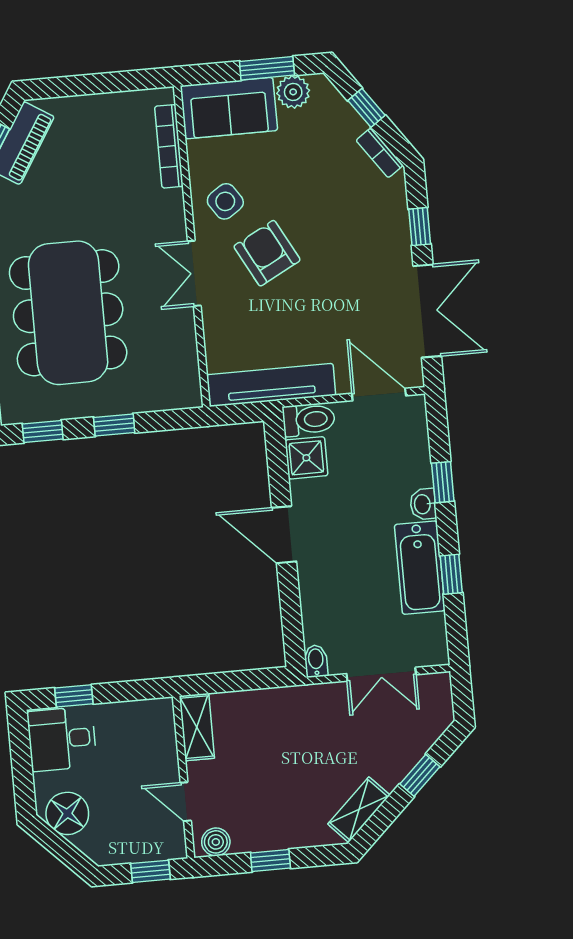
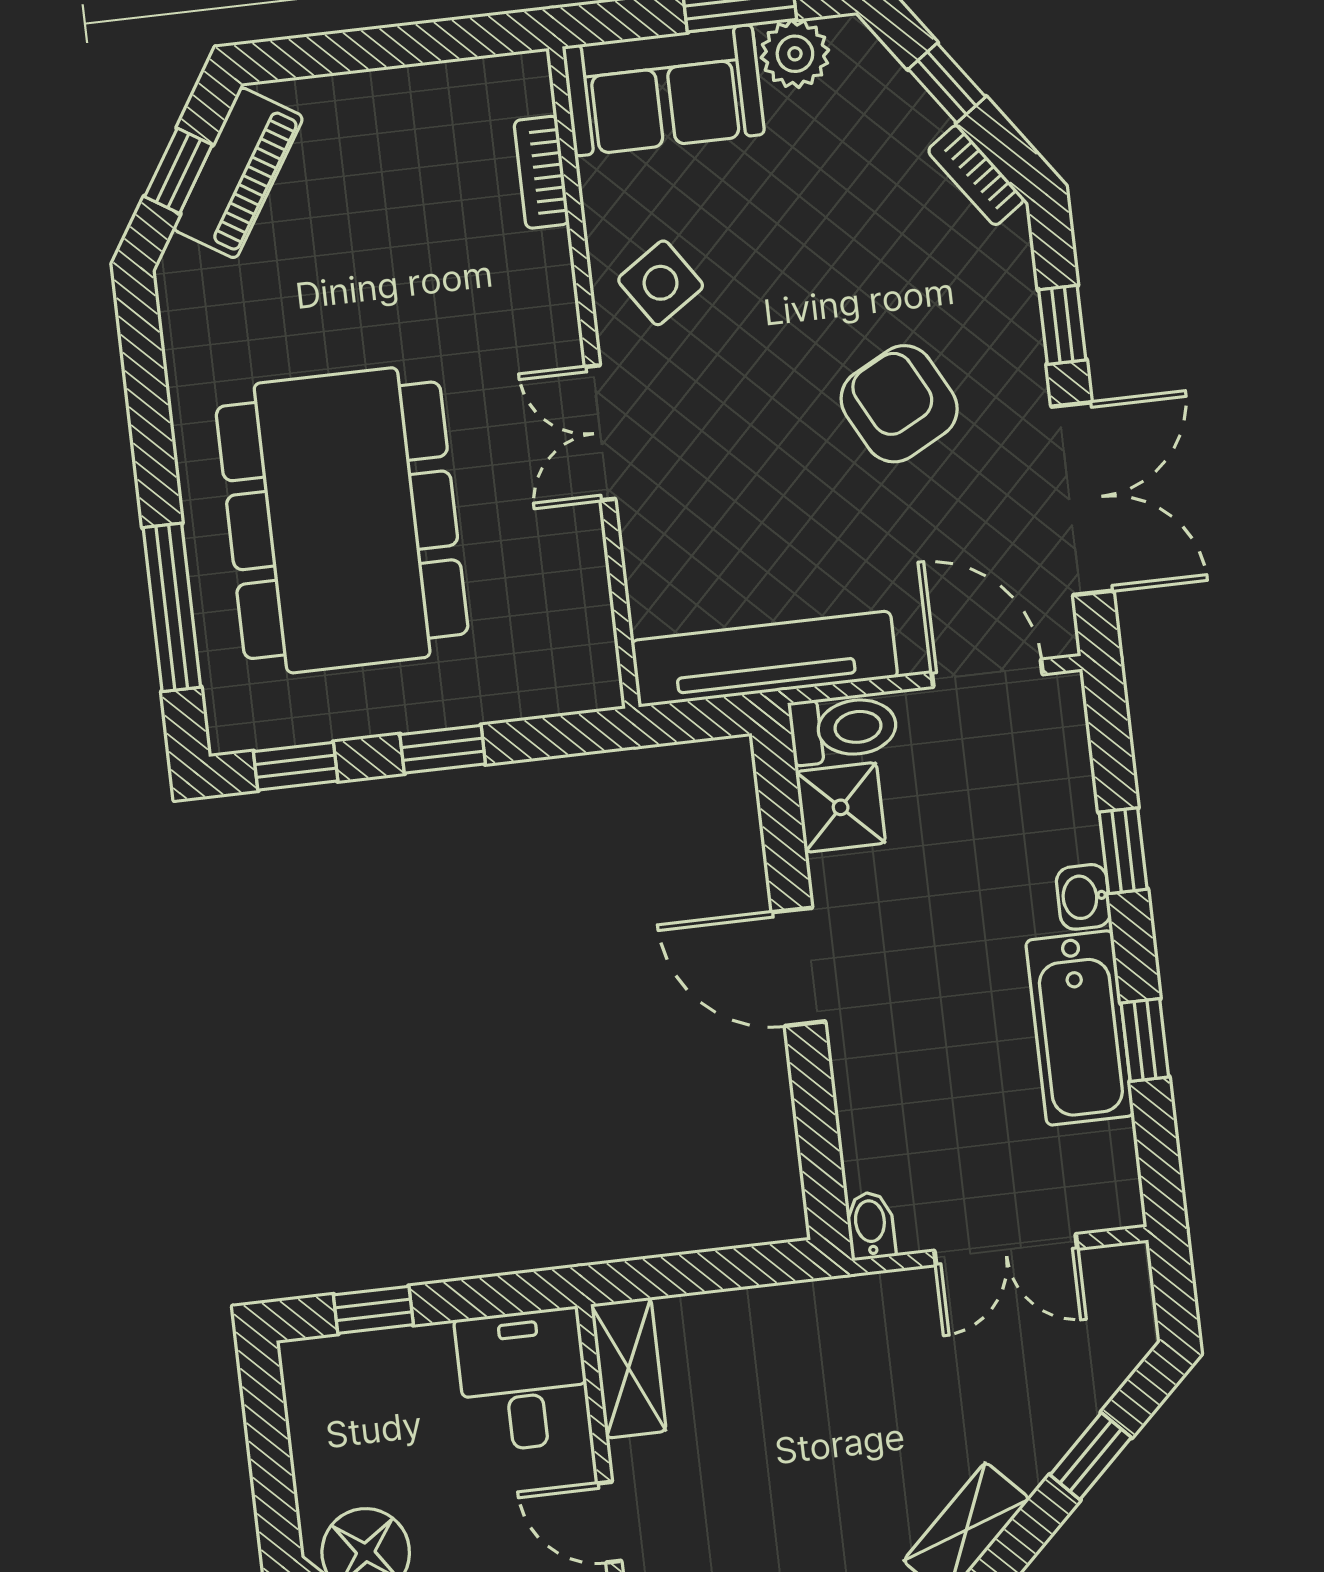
bookcase: (169, 146) -> (542, 172), width x0.64
armchair: (267, 253) -> (899, 404), moved
desk: (62, 739) -> (523, 1380), moved, turned 90

